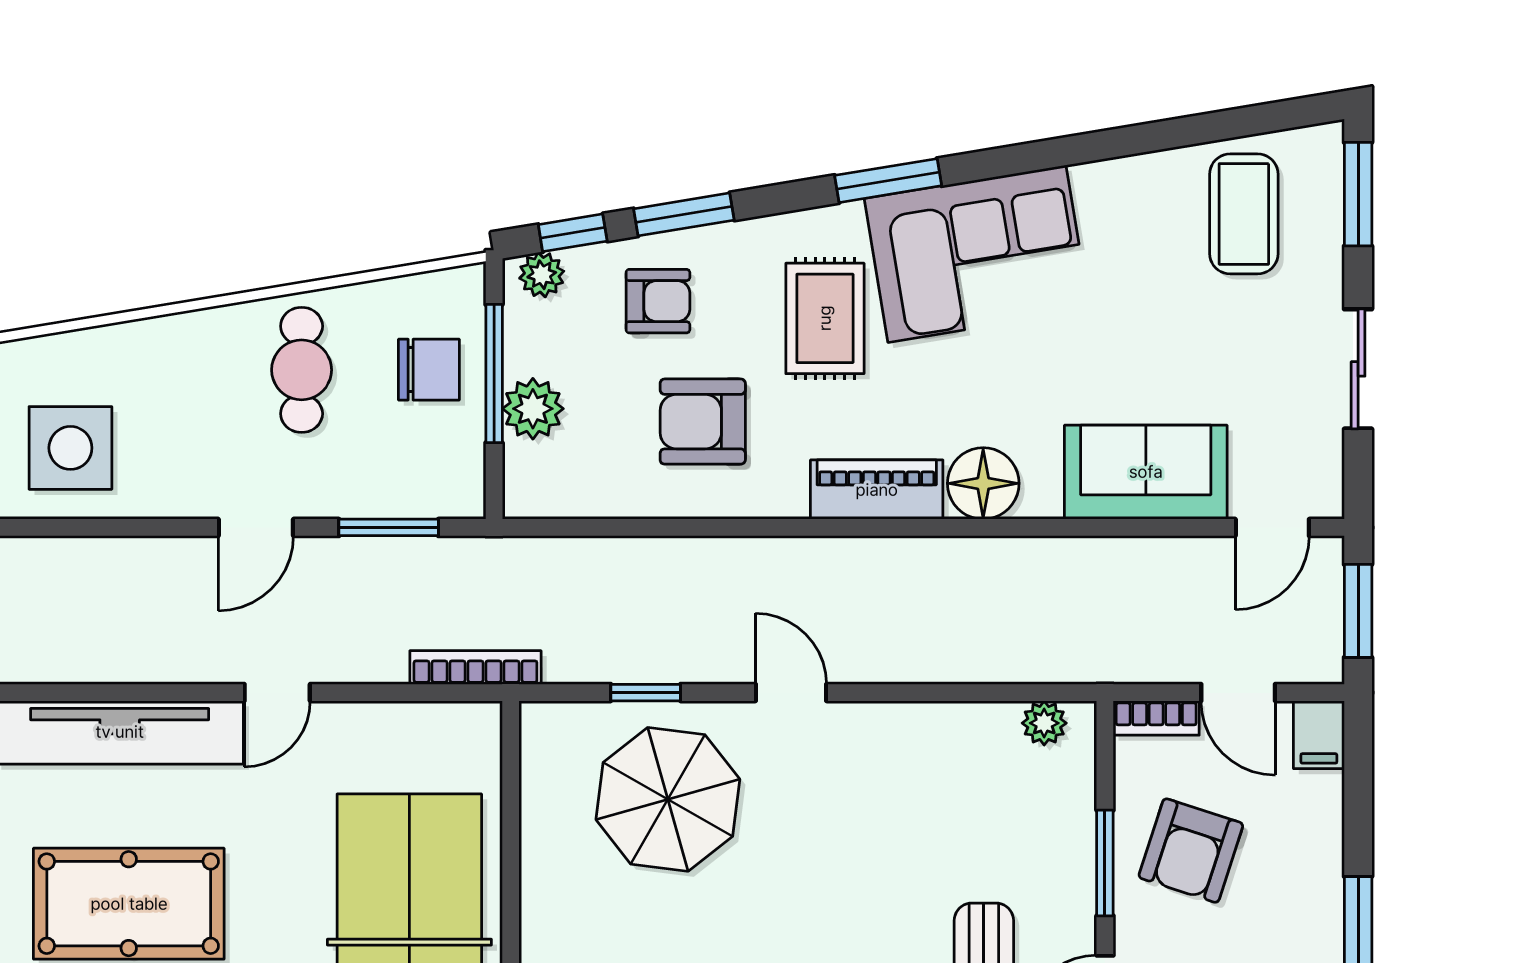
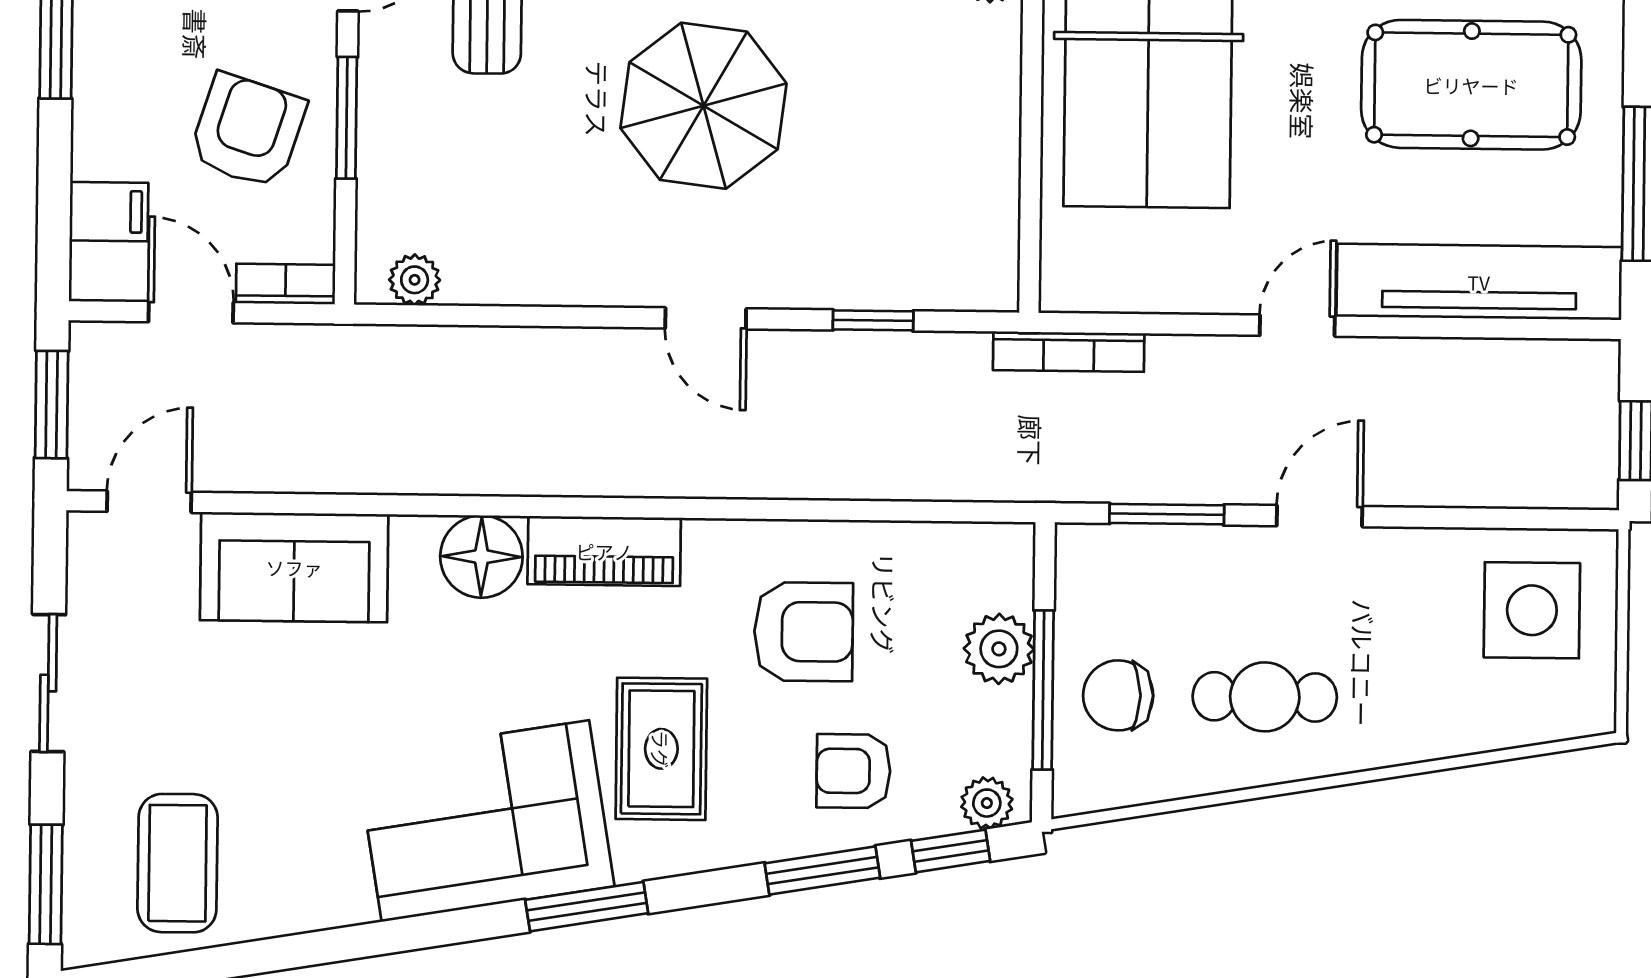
cafe table: (302, 370) -> (1265, 697), turned 90
filing cabinet: (1319, 735) -> (109, 212), moved, turned 90
parasol: (668, 799) -> (703, 106), moved

